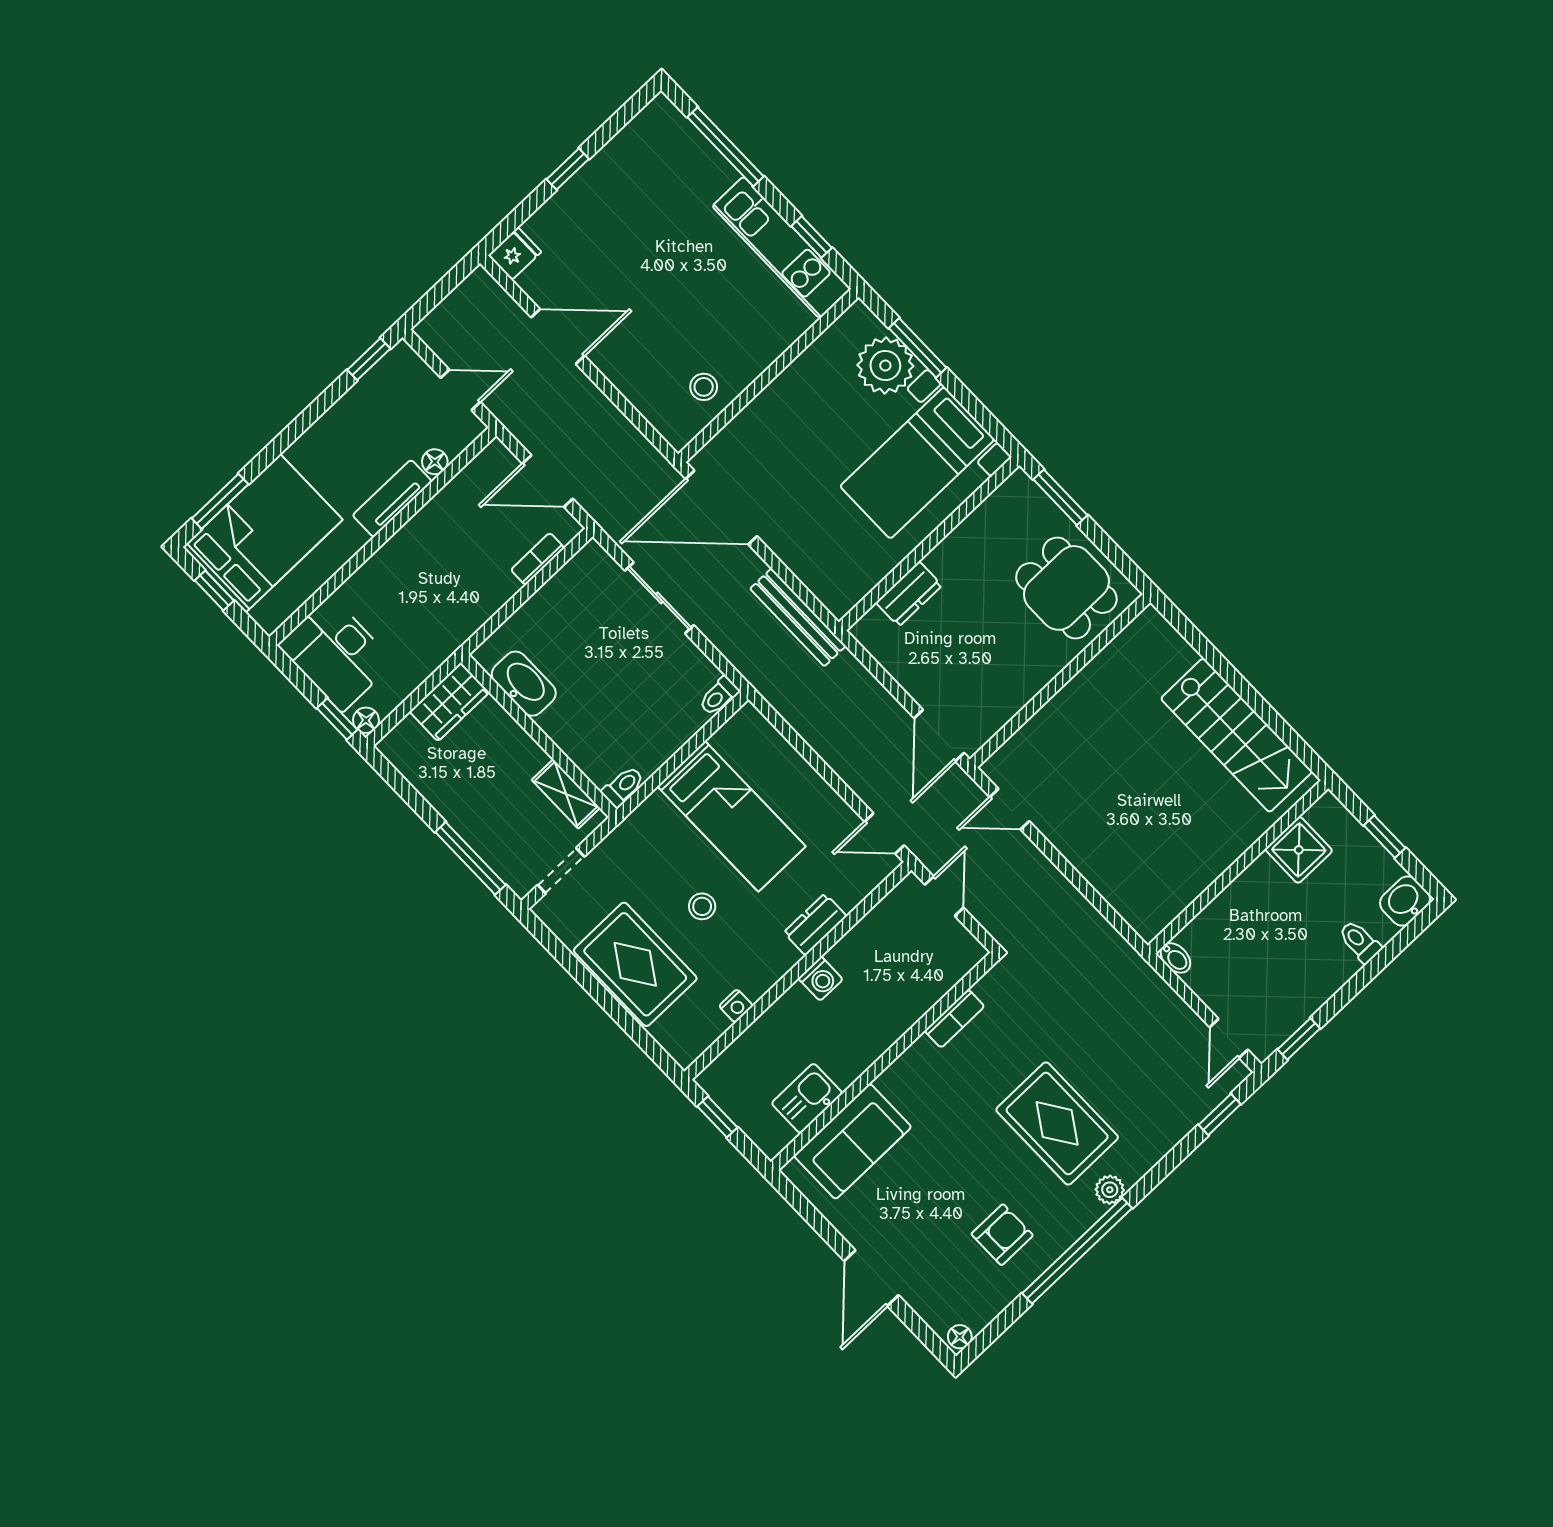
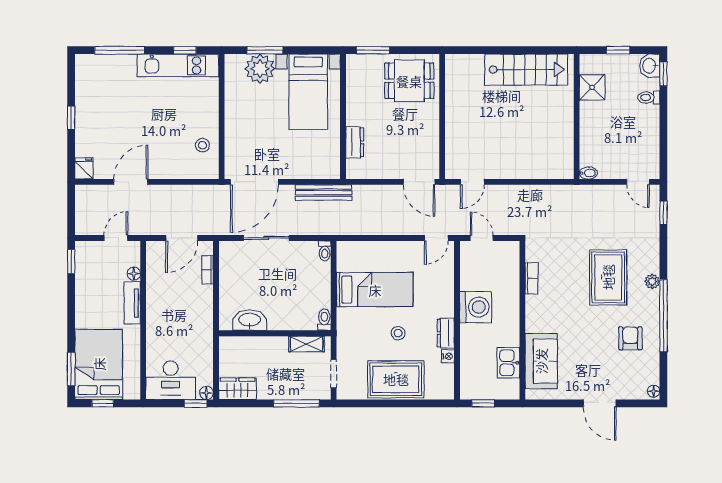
wardrobe: (449, 702) -> (238, 389), moved, turned -90
dresser: (815, 924) -> (446, 333), moved
washing machine: (821, 979) -> (476, 307), width x1.89, depth x1.89
window: (1299, 1039) -> (663, 74), moved
rug: (1057, 1123) -> (608, 277), turned 90

